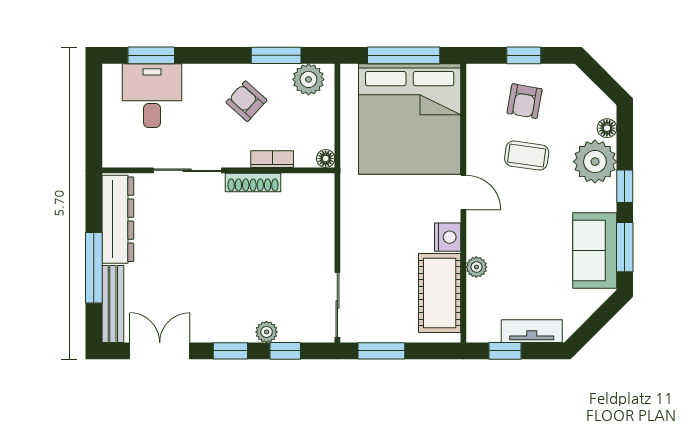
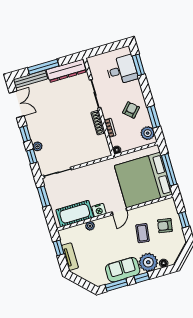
sofa: (595, 251) -> (123, 270), moved

